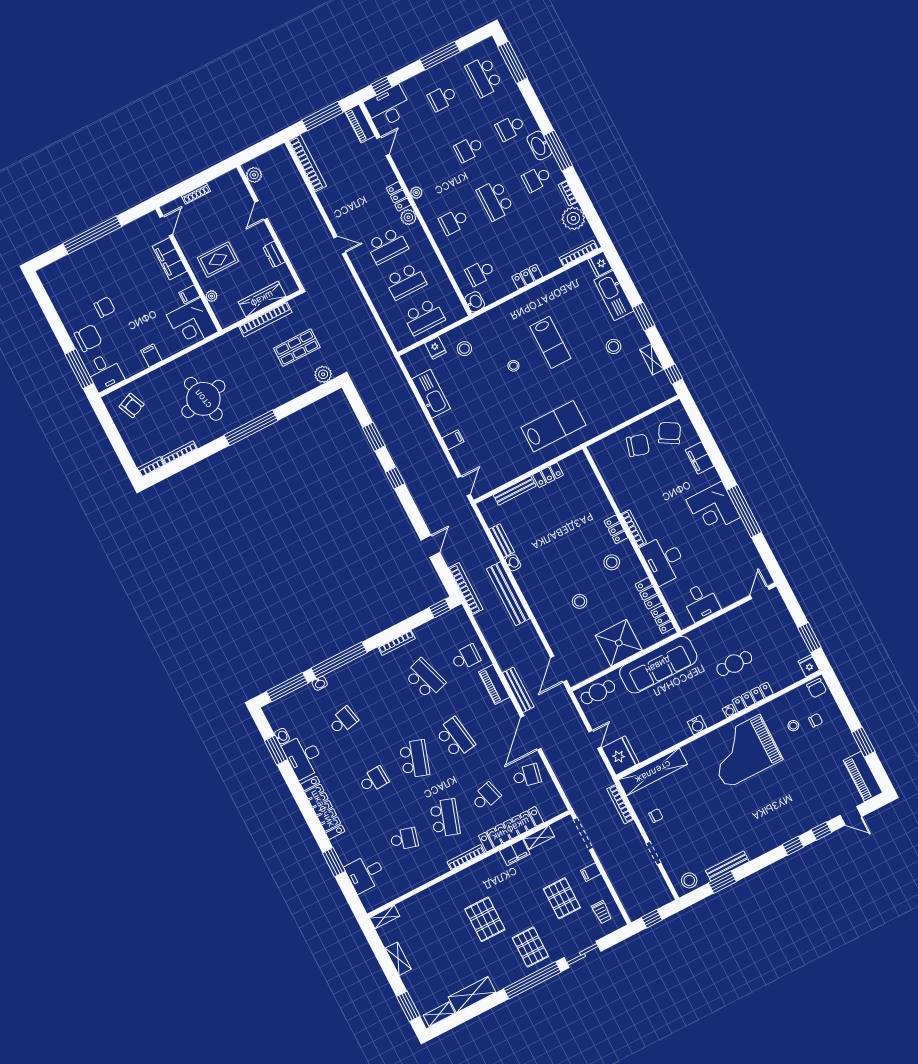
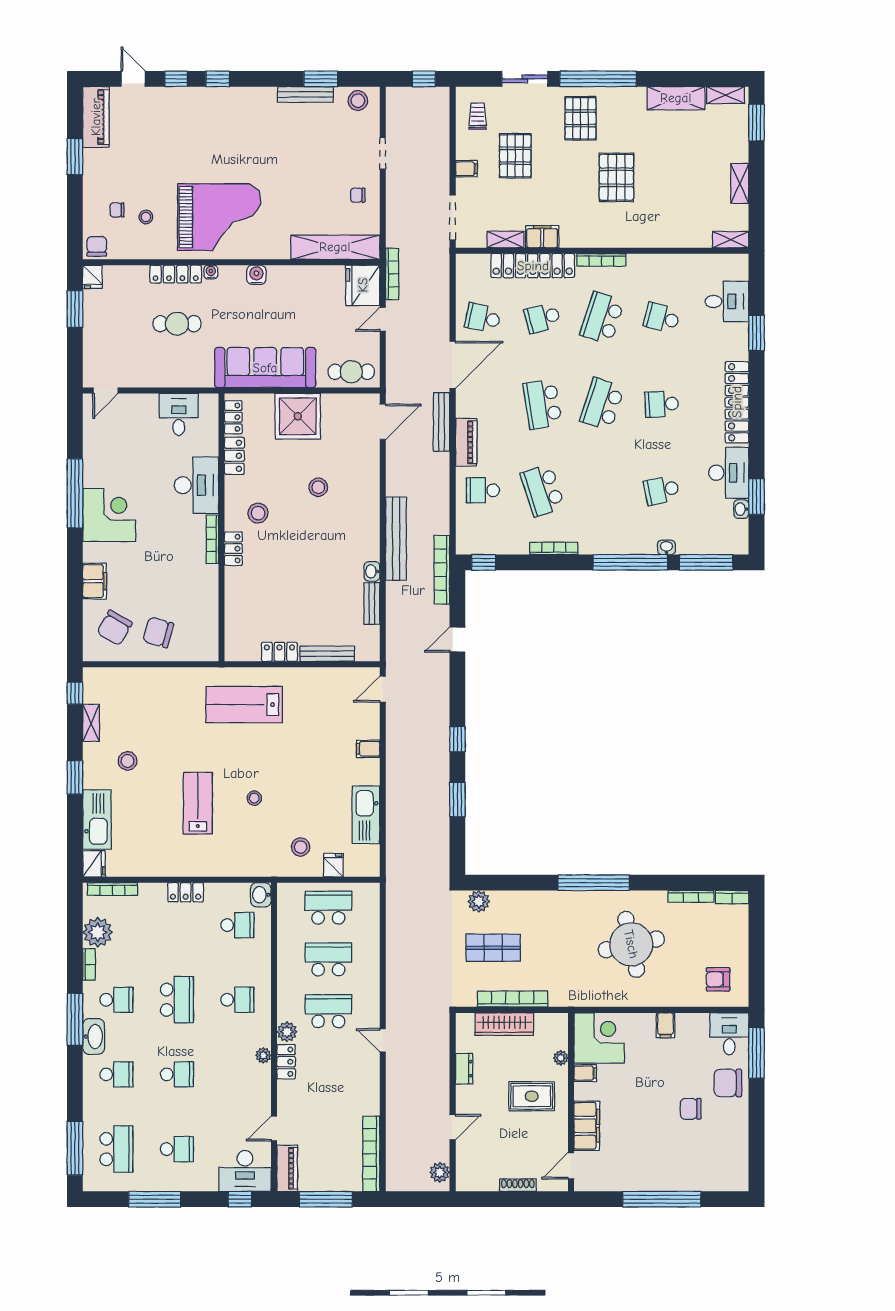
armchair: (132, 406) -> (718, 979), turned -67
bookcase: (620, 804) -> (392, 274), moved

